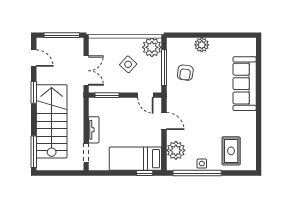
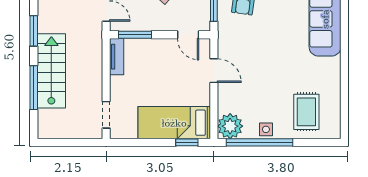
stairs: (52, 121) -> (51, 71), width x0.73, depth x0.66
tv unit: (94, 130) -> (117, 57), moved
plant: (176, 150) -> (230, 126), moved
window: (34, 152) -> (34, 88), moved

